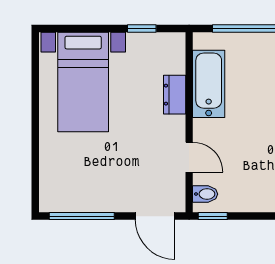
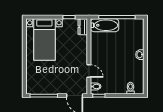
bathtub: (209, 84) -> (105, 25), moved, turned 90
dresser: (175, 95) -> (83, 27), moved

